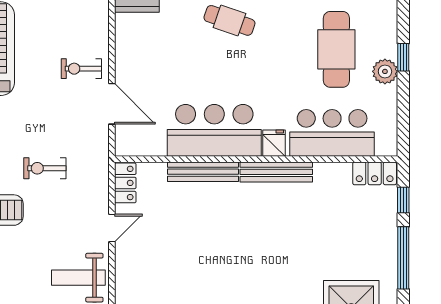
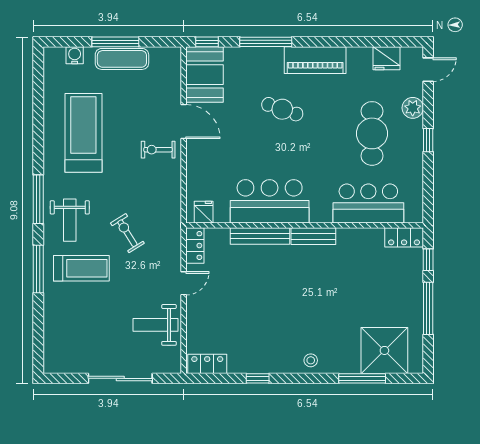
plant: (385, 71) -> (413, 108), moved
door: (112, 104) -> (184, 122), moved
fridge: (274, 143) -> (204, 212), moved
exercise bike: (45, 168) -> (127, 233), turned 58
bench: (276, 172) -> (313, 236), width x0.73

